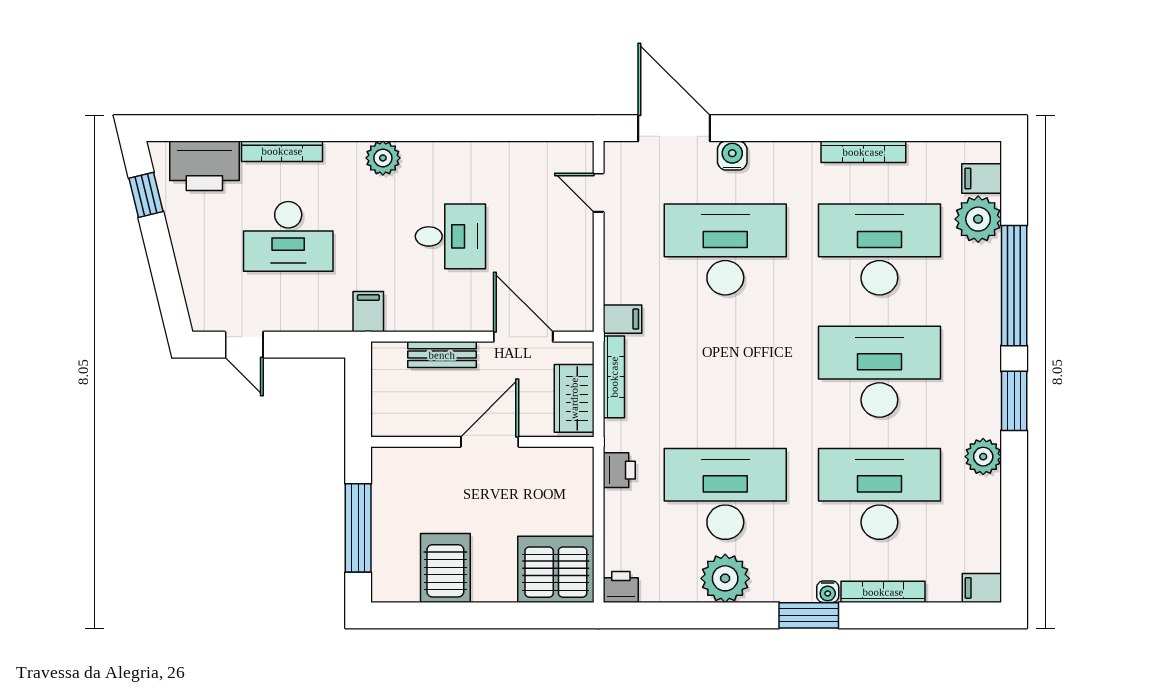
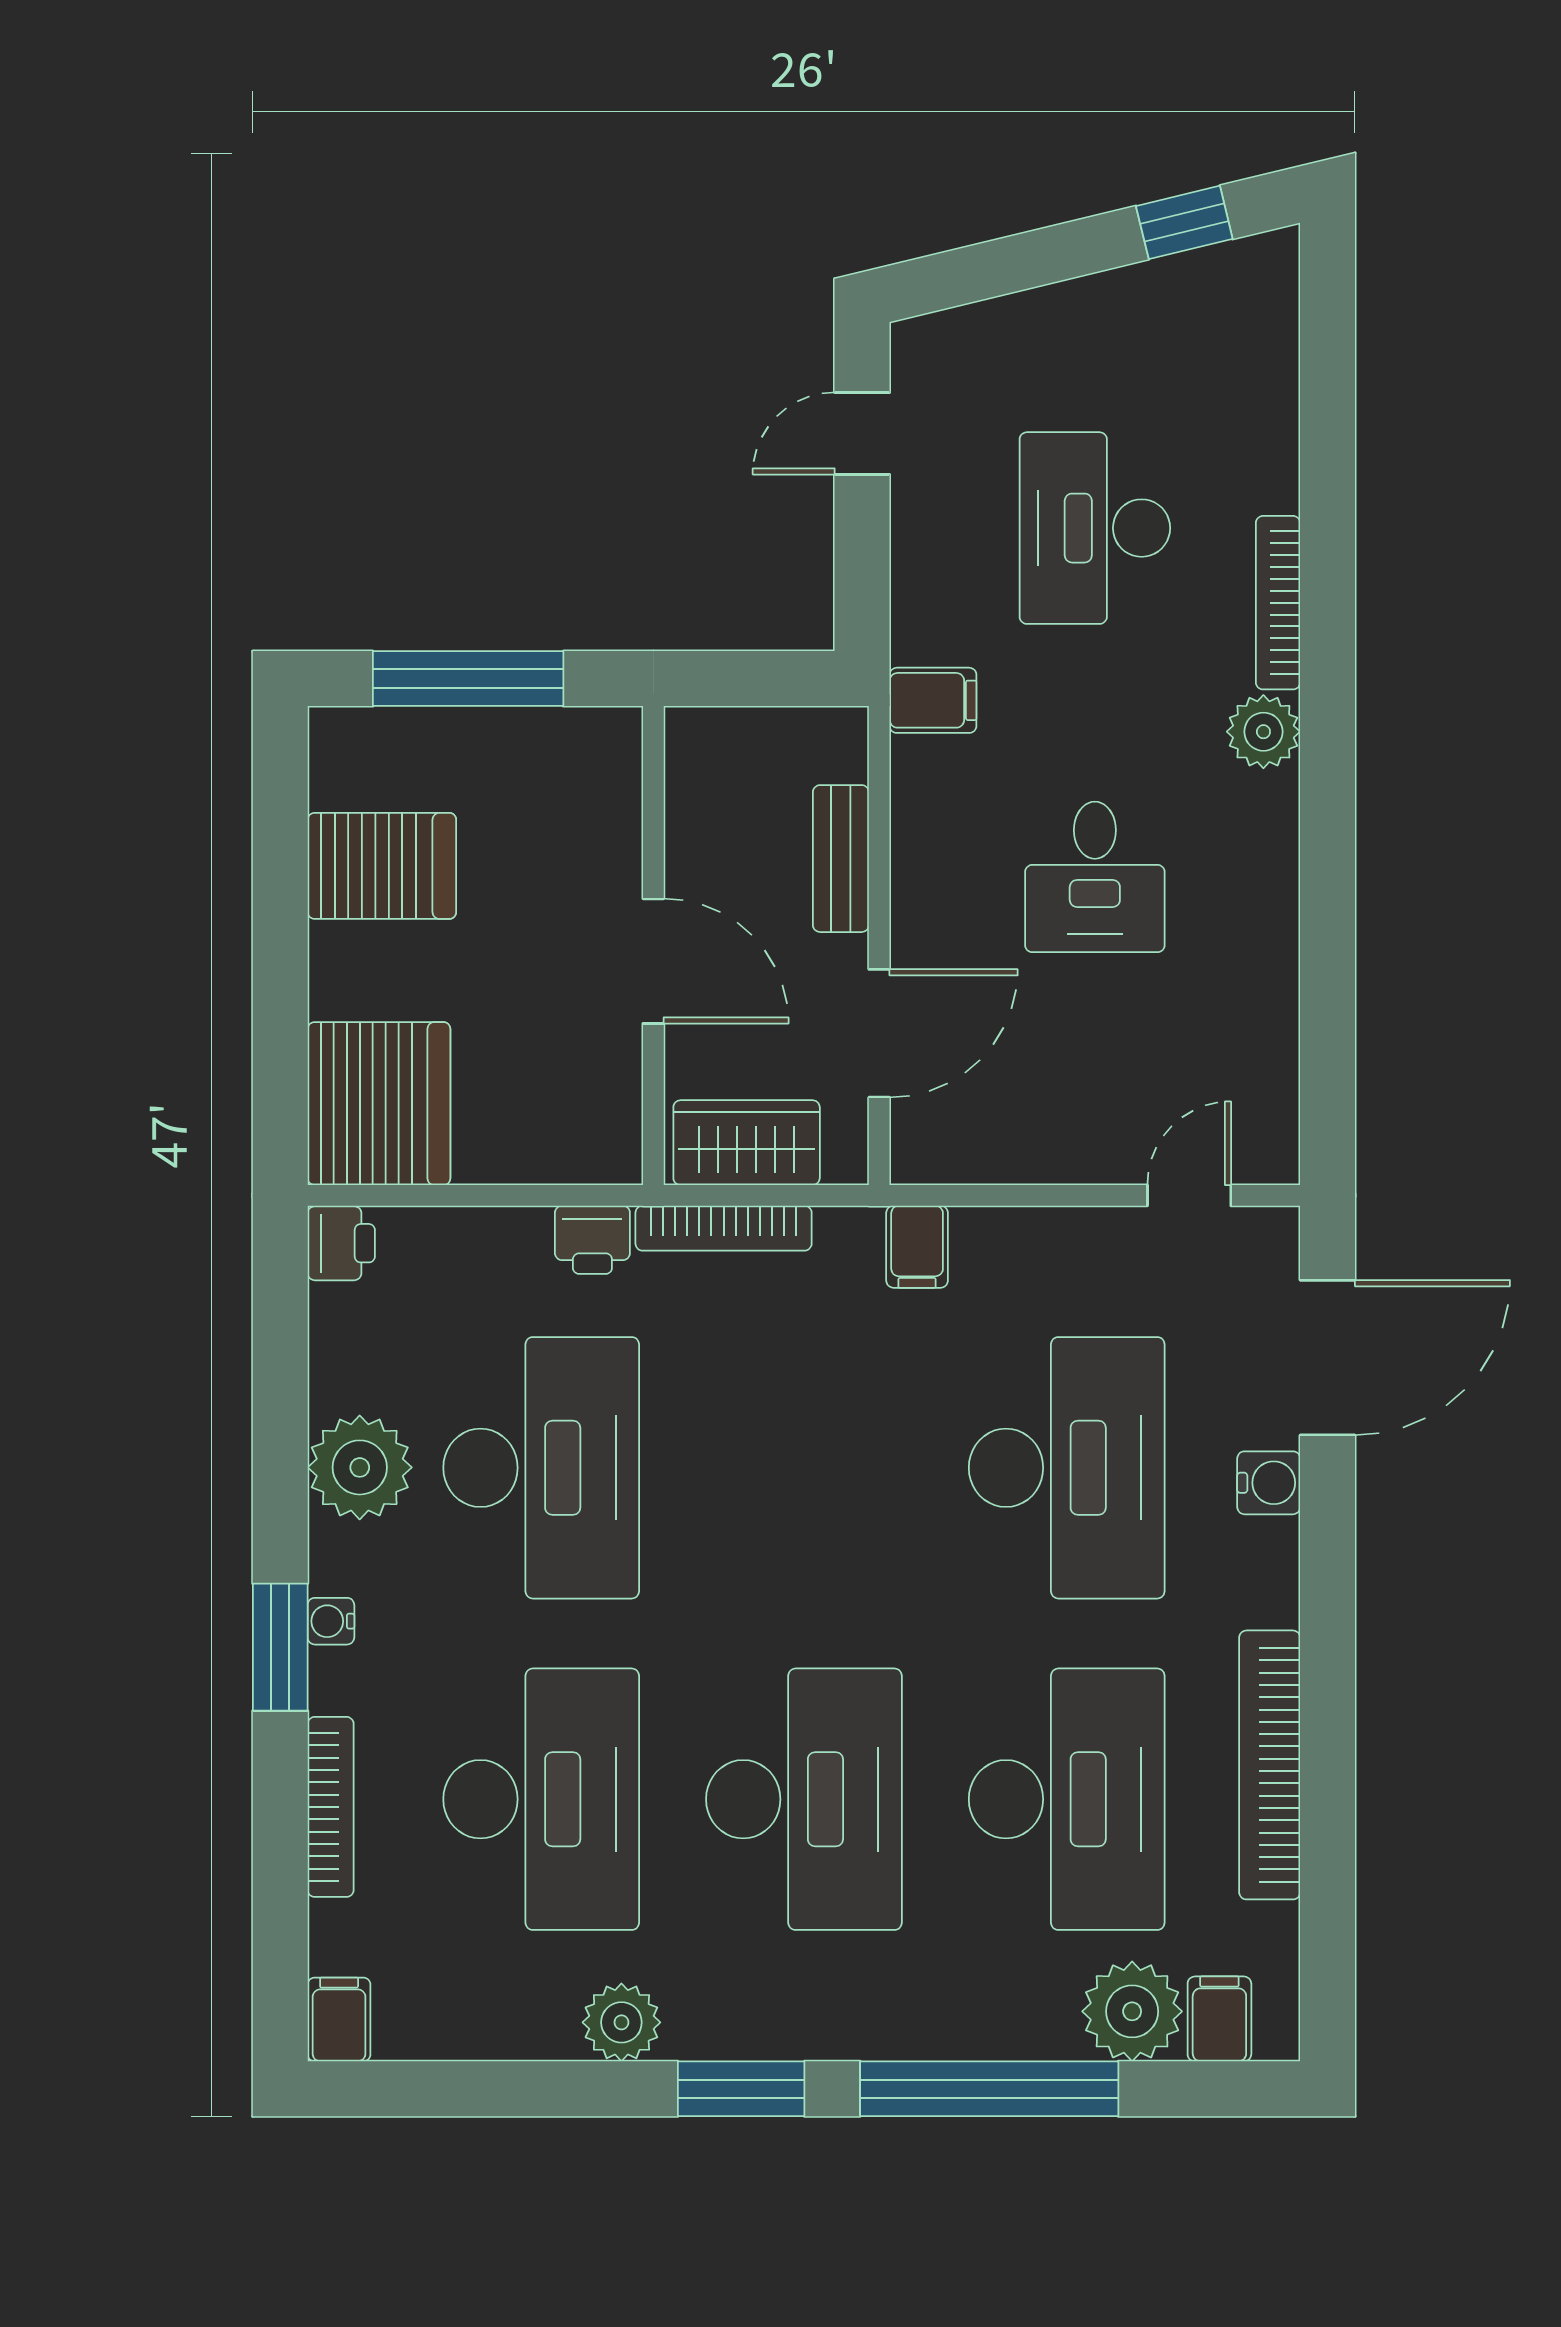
bookcase: (282, 151) -> (1278, 603), moved
bookcase: (863, 152) -> (1270, 1765), width x1.48, depth x1.31
printer: (204, 166) -> (1247, 348), removed
bookcase: (614, 377) -> (724, 1228), moved
water cooler: (828, 592) -> (331, 1621), moved

